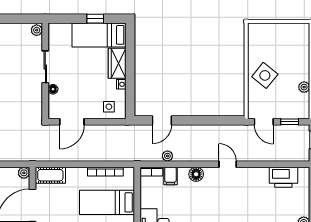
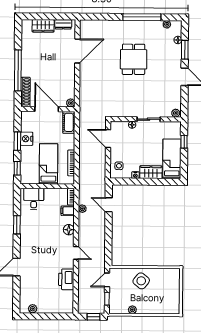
window: (95, 19) -> (184, 142), moved
door: (228, 164) -> (76, 253), hinge flipped
printer: (283, 177) -> (66, 279), moved

